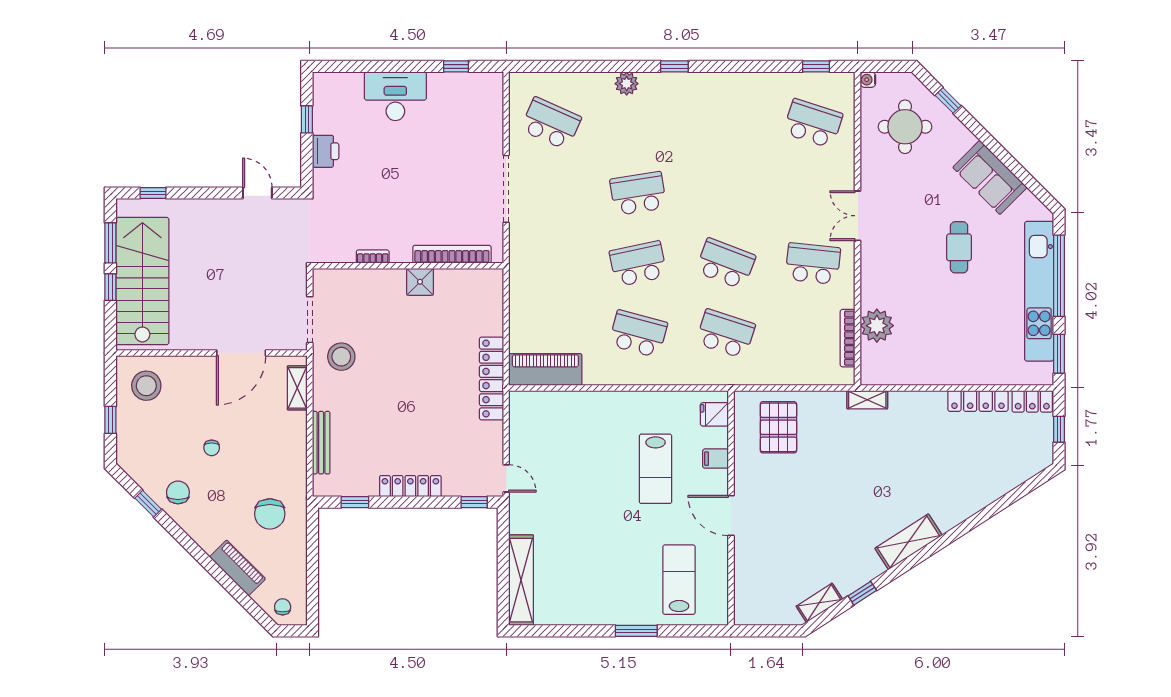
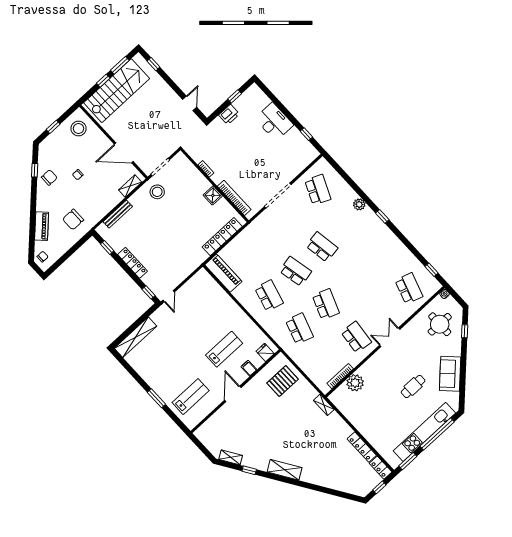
locker: (491, 379) -> (222, 237), moved
lab bench: (656, 469) -> (224, 349), turned 180

